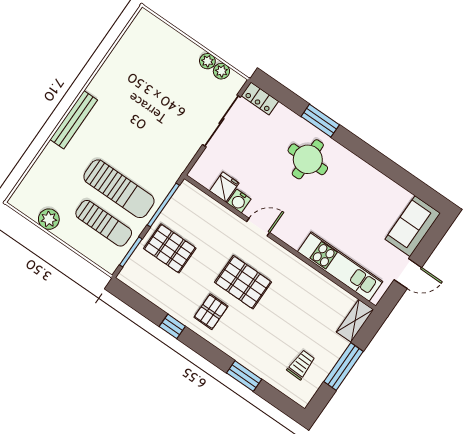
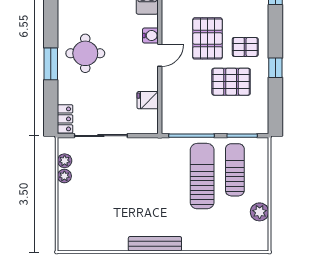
bench: (74, 120) -> (155, 244), moved
water cooler: (239, 201) -> (150, 35), moved
door: (258, 227) -> (160, 55), swing flipped
pallet: (170, 248) -> (231, 82), moved, turned 90

